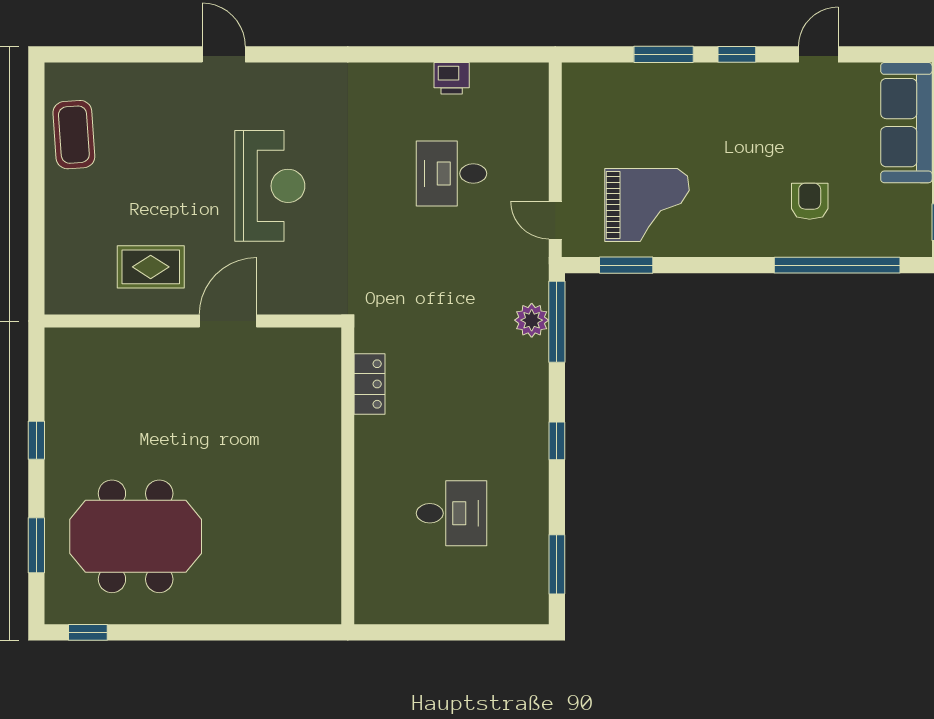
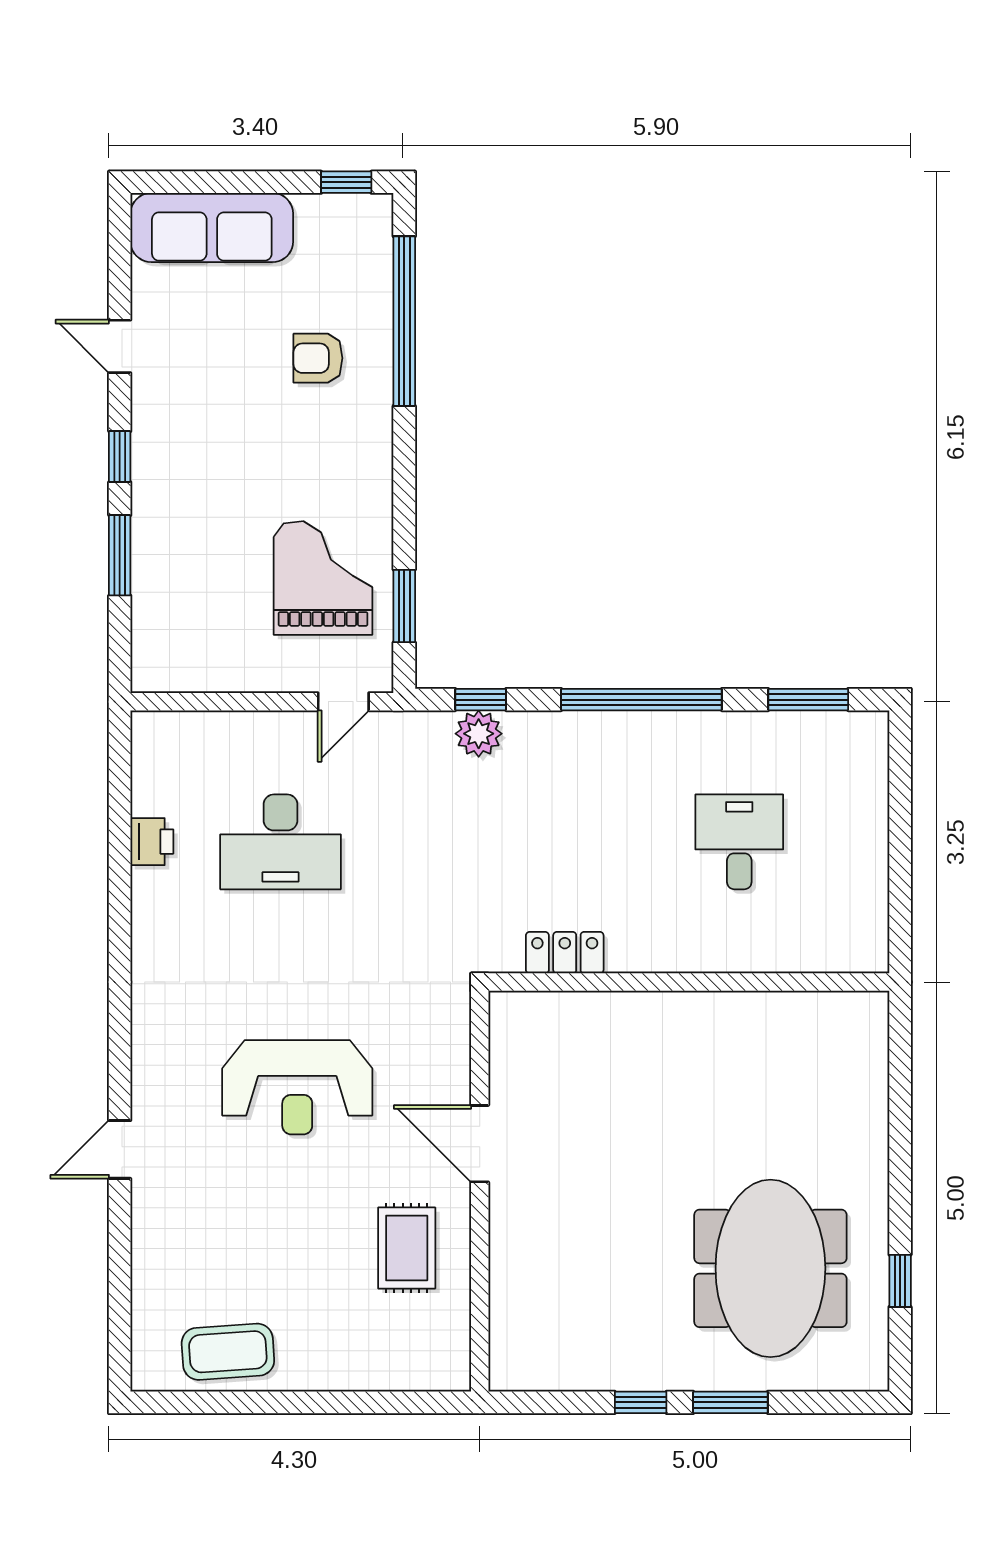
desk: (451, 174) -> (280, 842), width x1.37
reception desk: (270, 186) -> (297, 1087), turned 180
window: (557, 322) -> (481, 700), width x0.46
window: (557, 441) -> (641, 700), width x3.17
window: (36, 545) -> (730, 1402), moved
window: (88, 632) -> (900, 1281), moved

